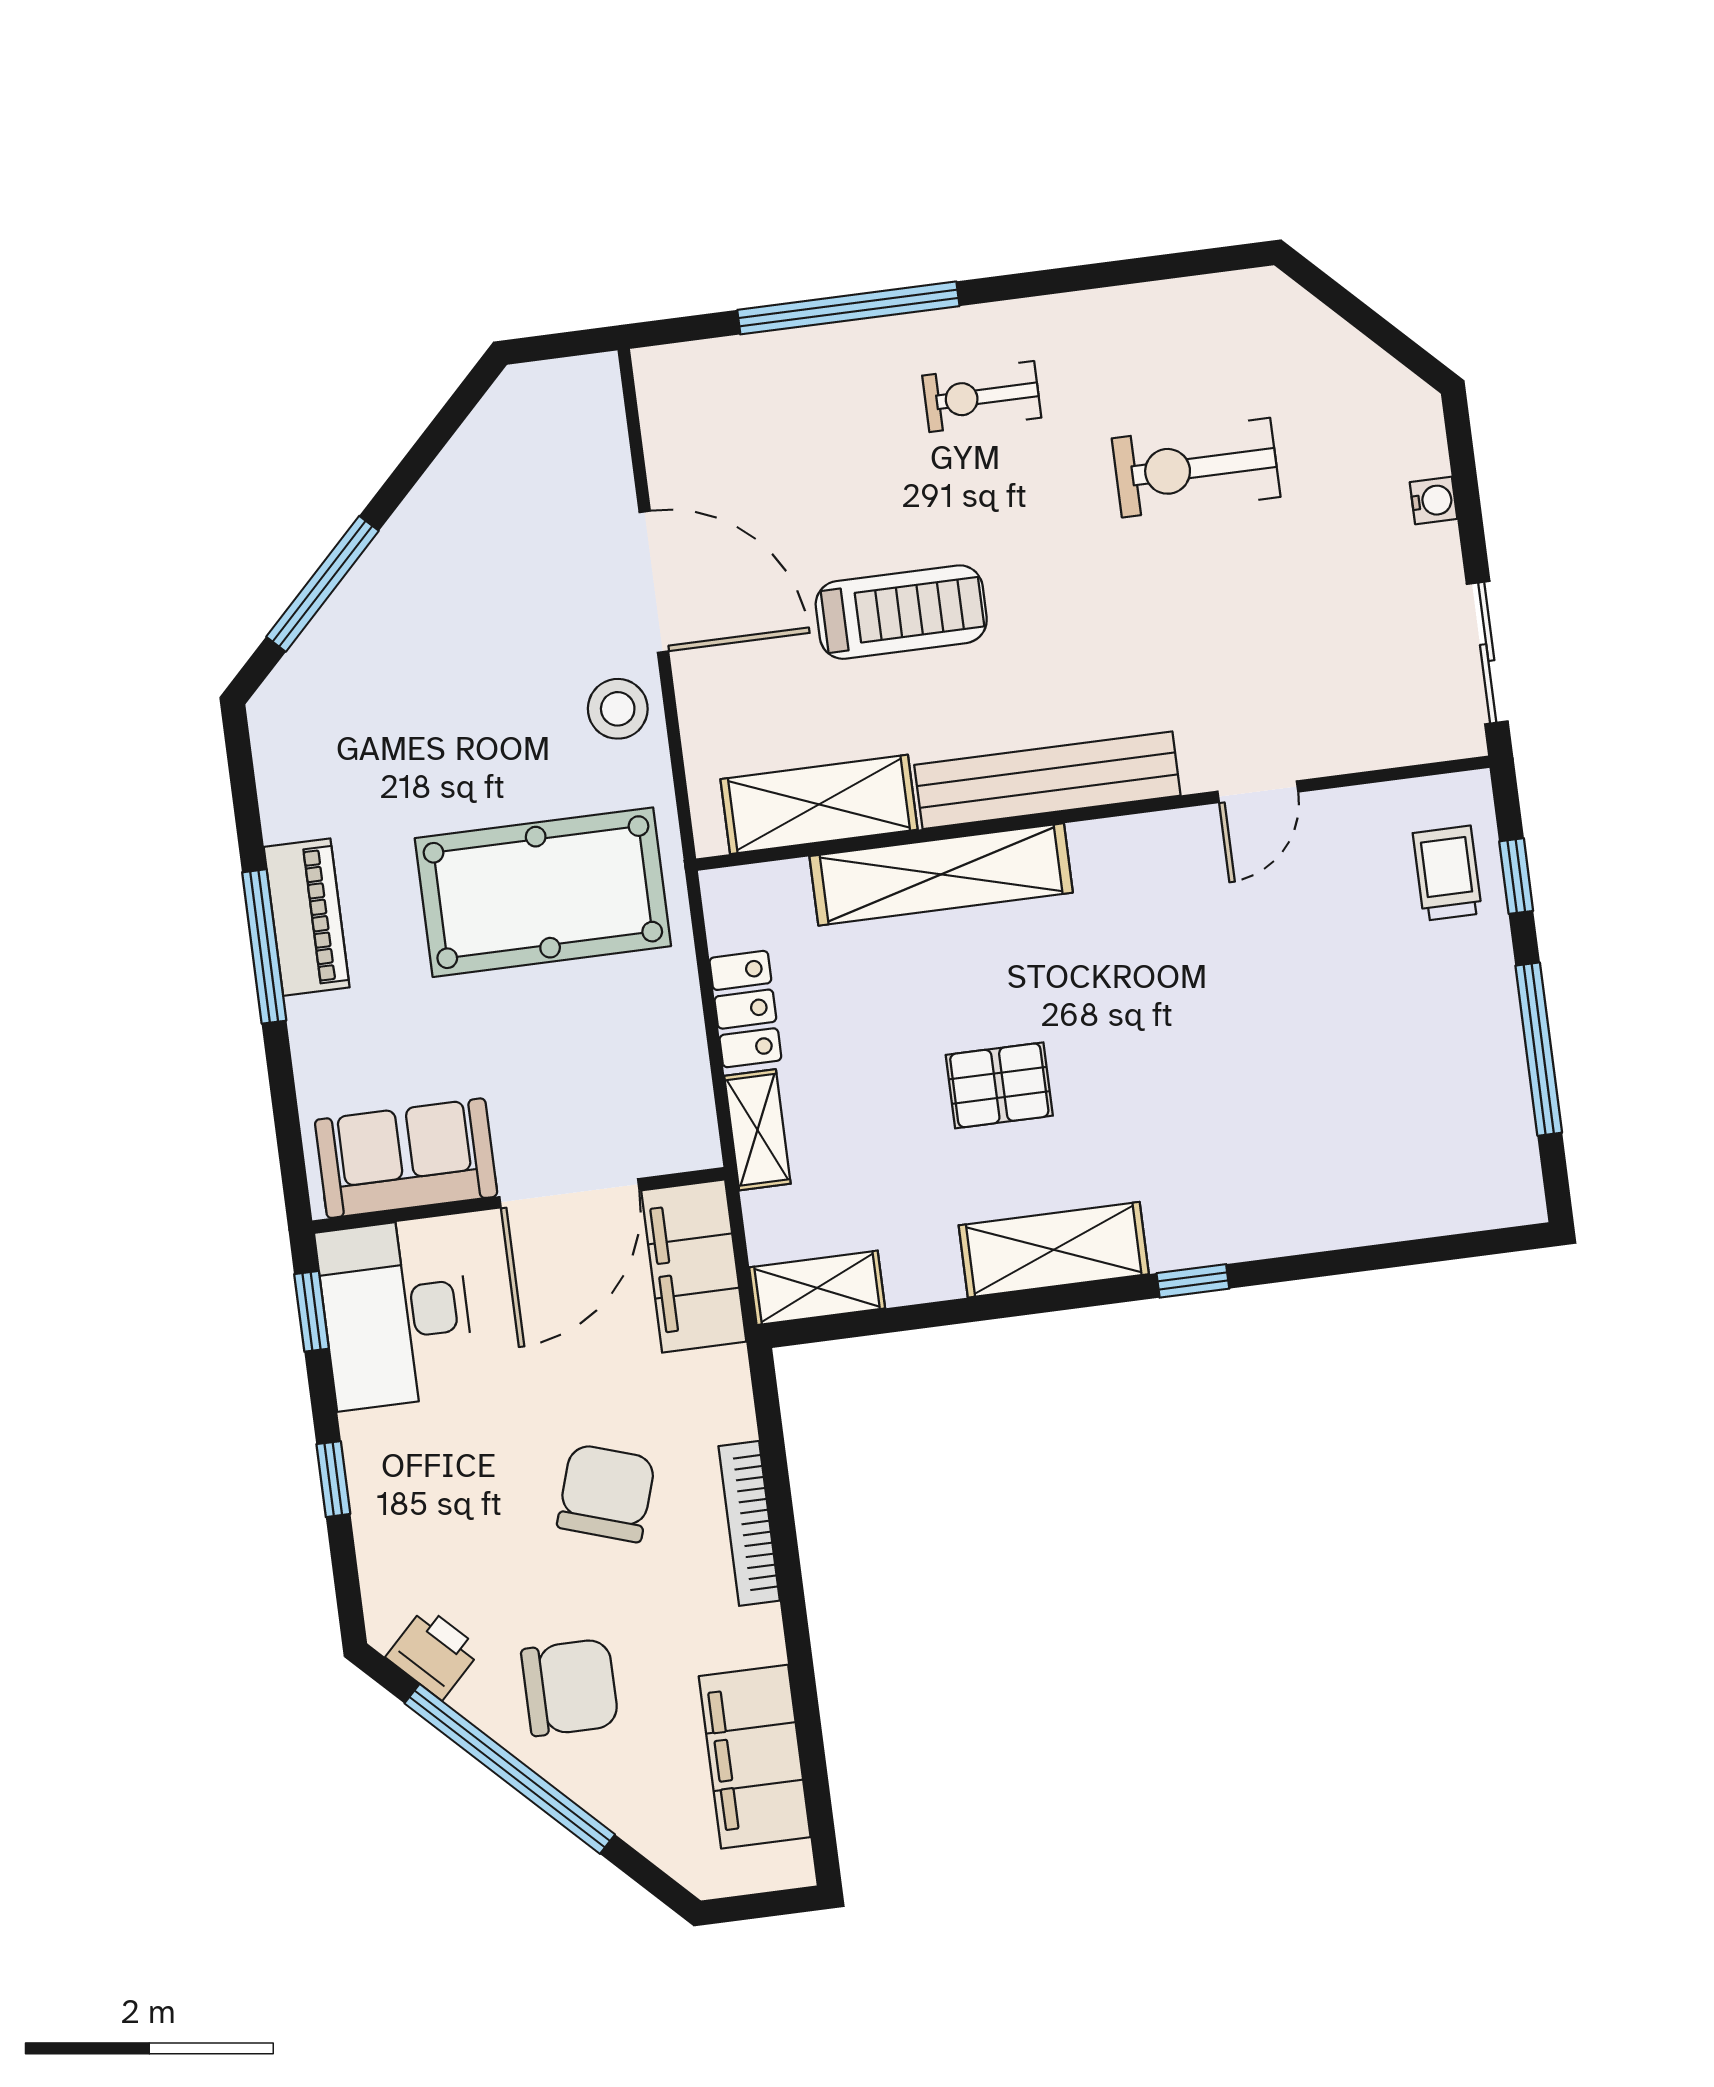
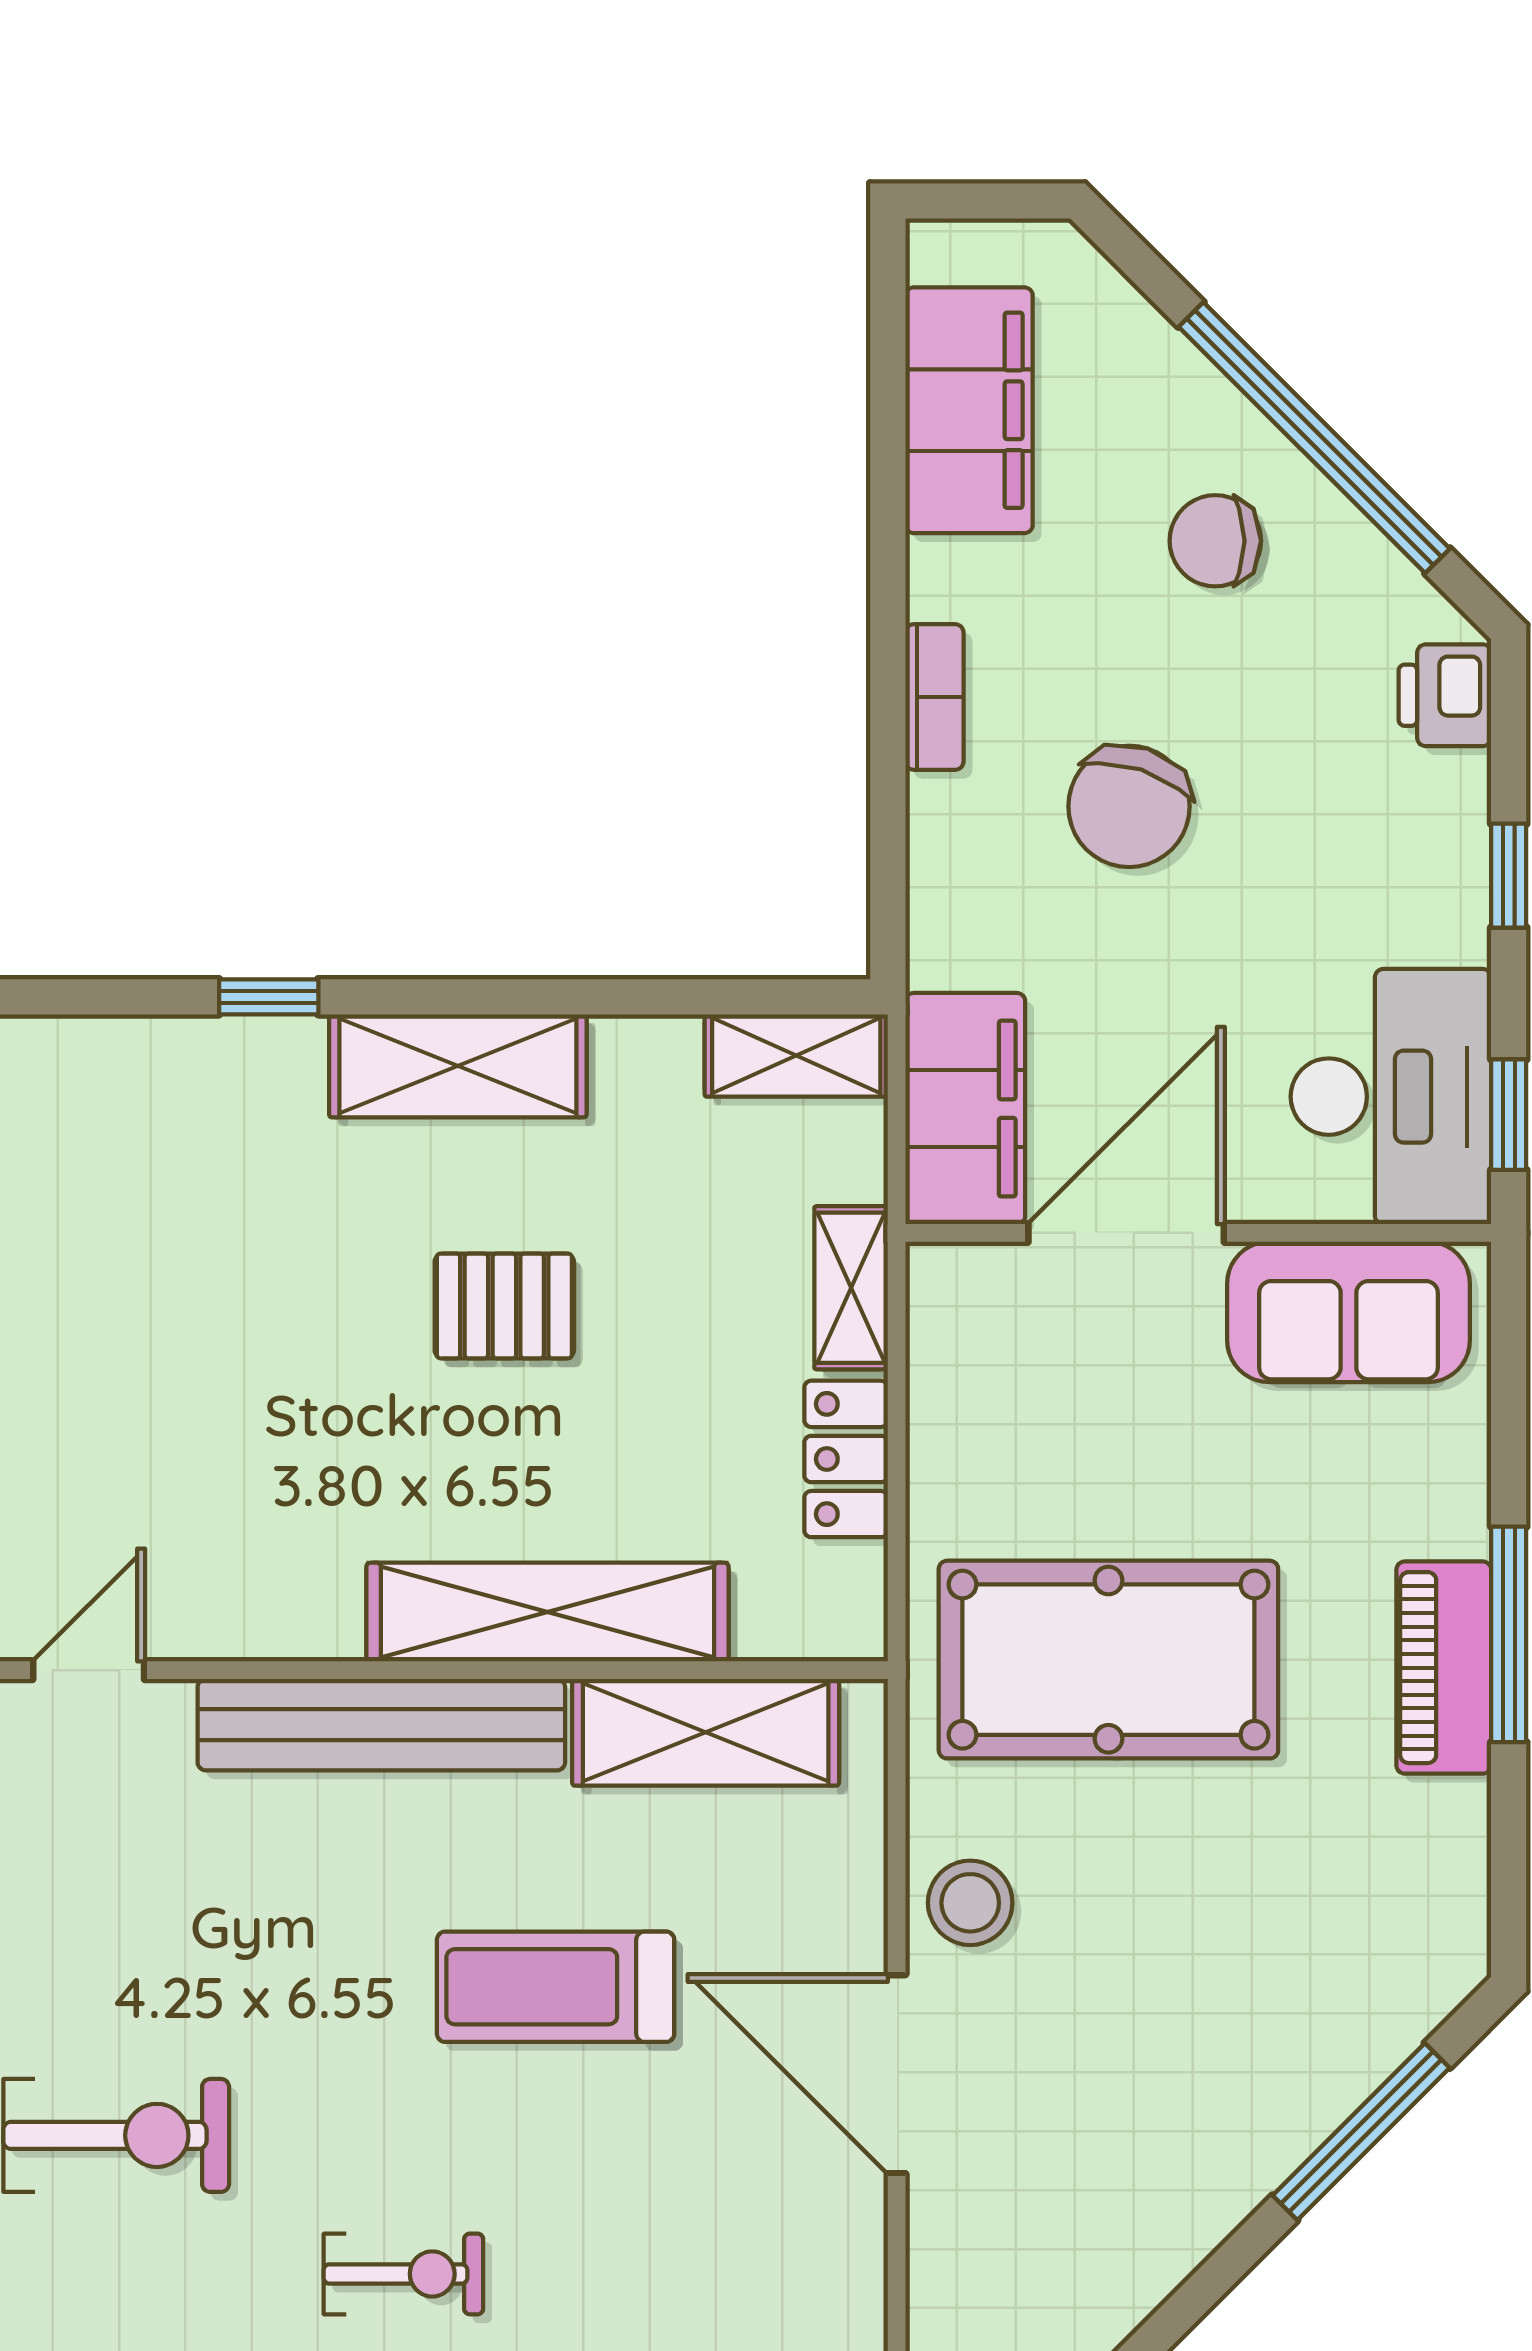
bookcase: (749, 1523) -> (934, 697), width x0.64
printer: (433, 1653) -> (1445, 695), moved, turned 45
chair: (570, 1687) -> (1215, 541), width x0.73, depth x0.73

